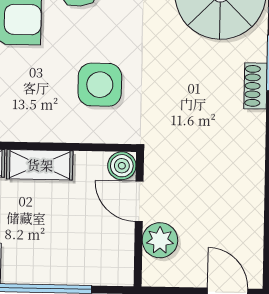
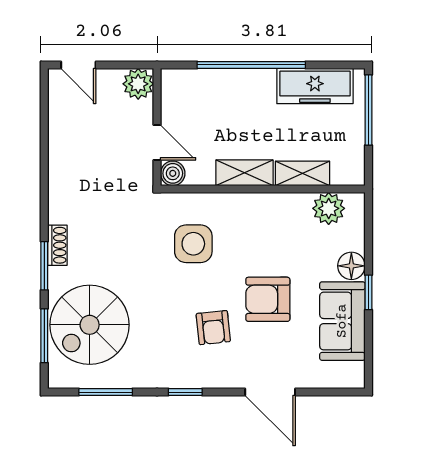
plant: (160, 240) -> (138, 84), moved

